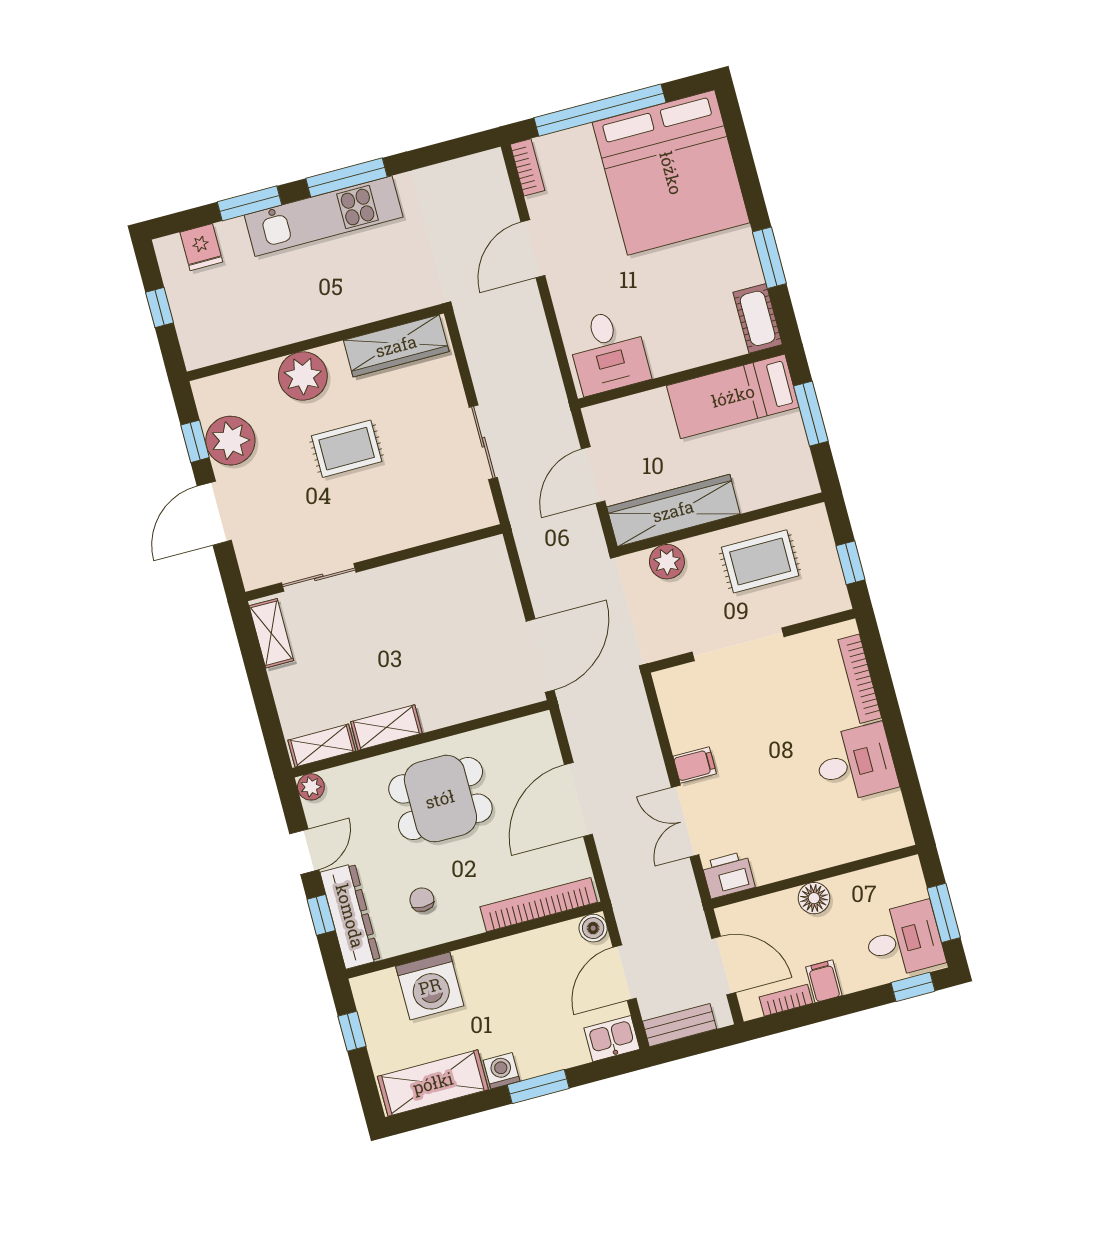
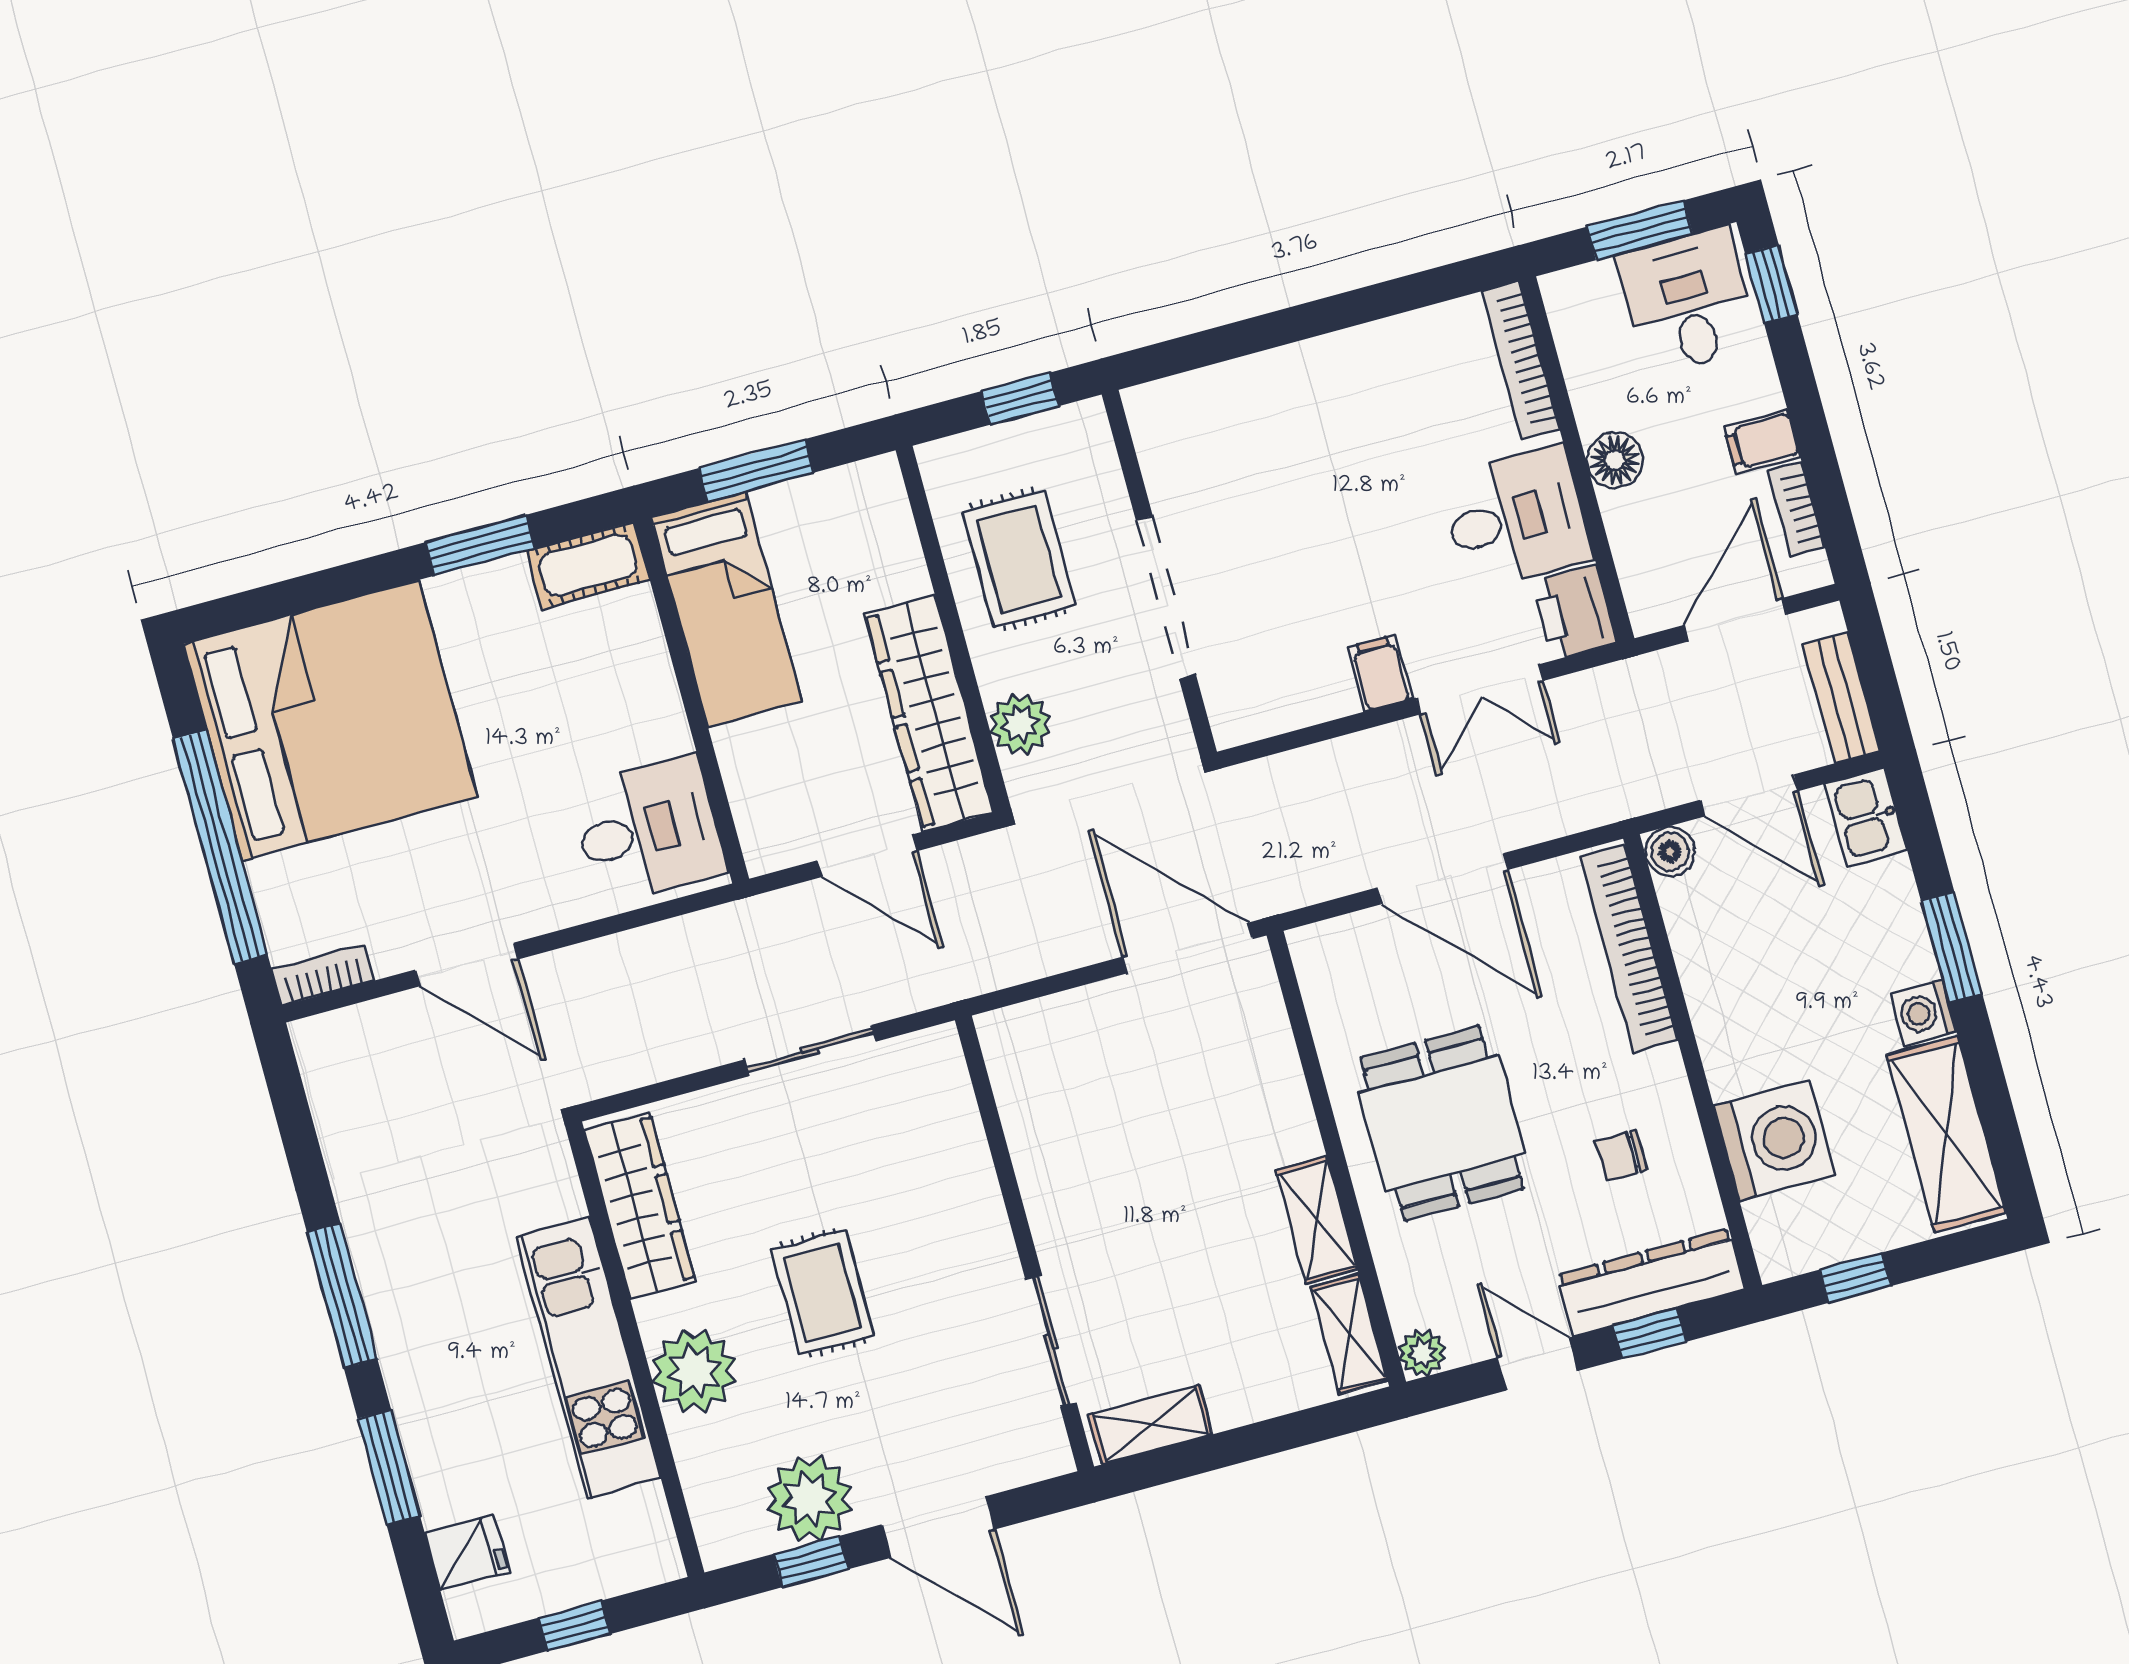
kitchen unit: (324, 216) -> (588, 1358), moved, turned 180
bookcase: (860, 679) -> (1521, 360), moved, turned 90
desk: (855, 763) -> (1516, 518), moved, turned 90

